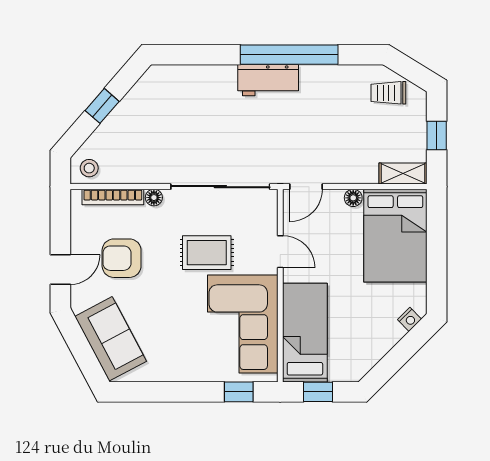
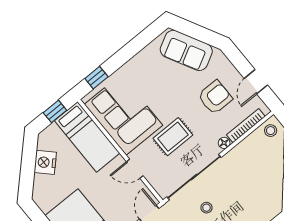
stool: (235, 140) -> (206, 208), added
door: (60, 269) -> (256, 82), moved
nightstand: (410, 319) -> (45, 162), moved, width x1.89, depth x1.79

